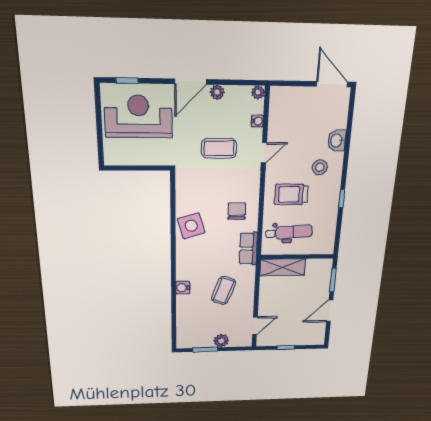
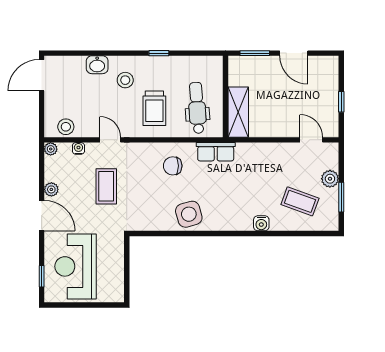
stool: (279, 108) -> (66, 127), added
coffee table: (223, 291) -> (300, 201), moved

